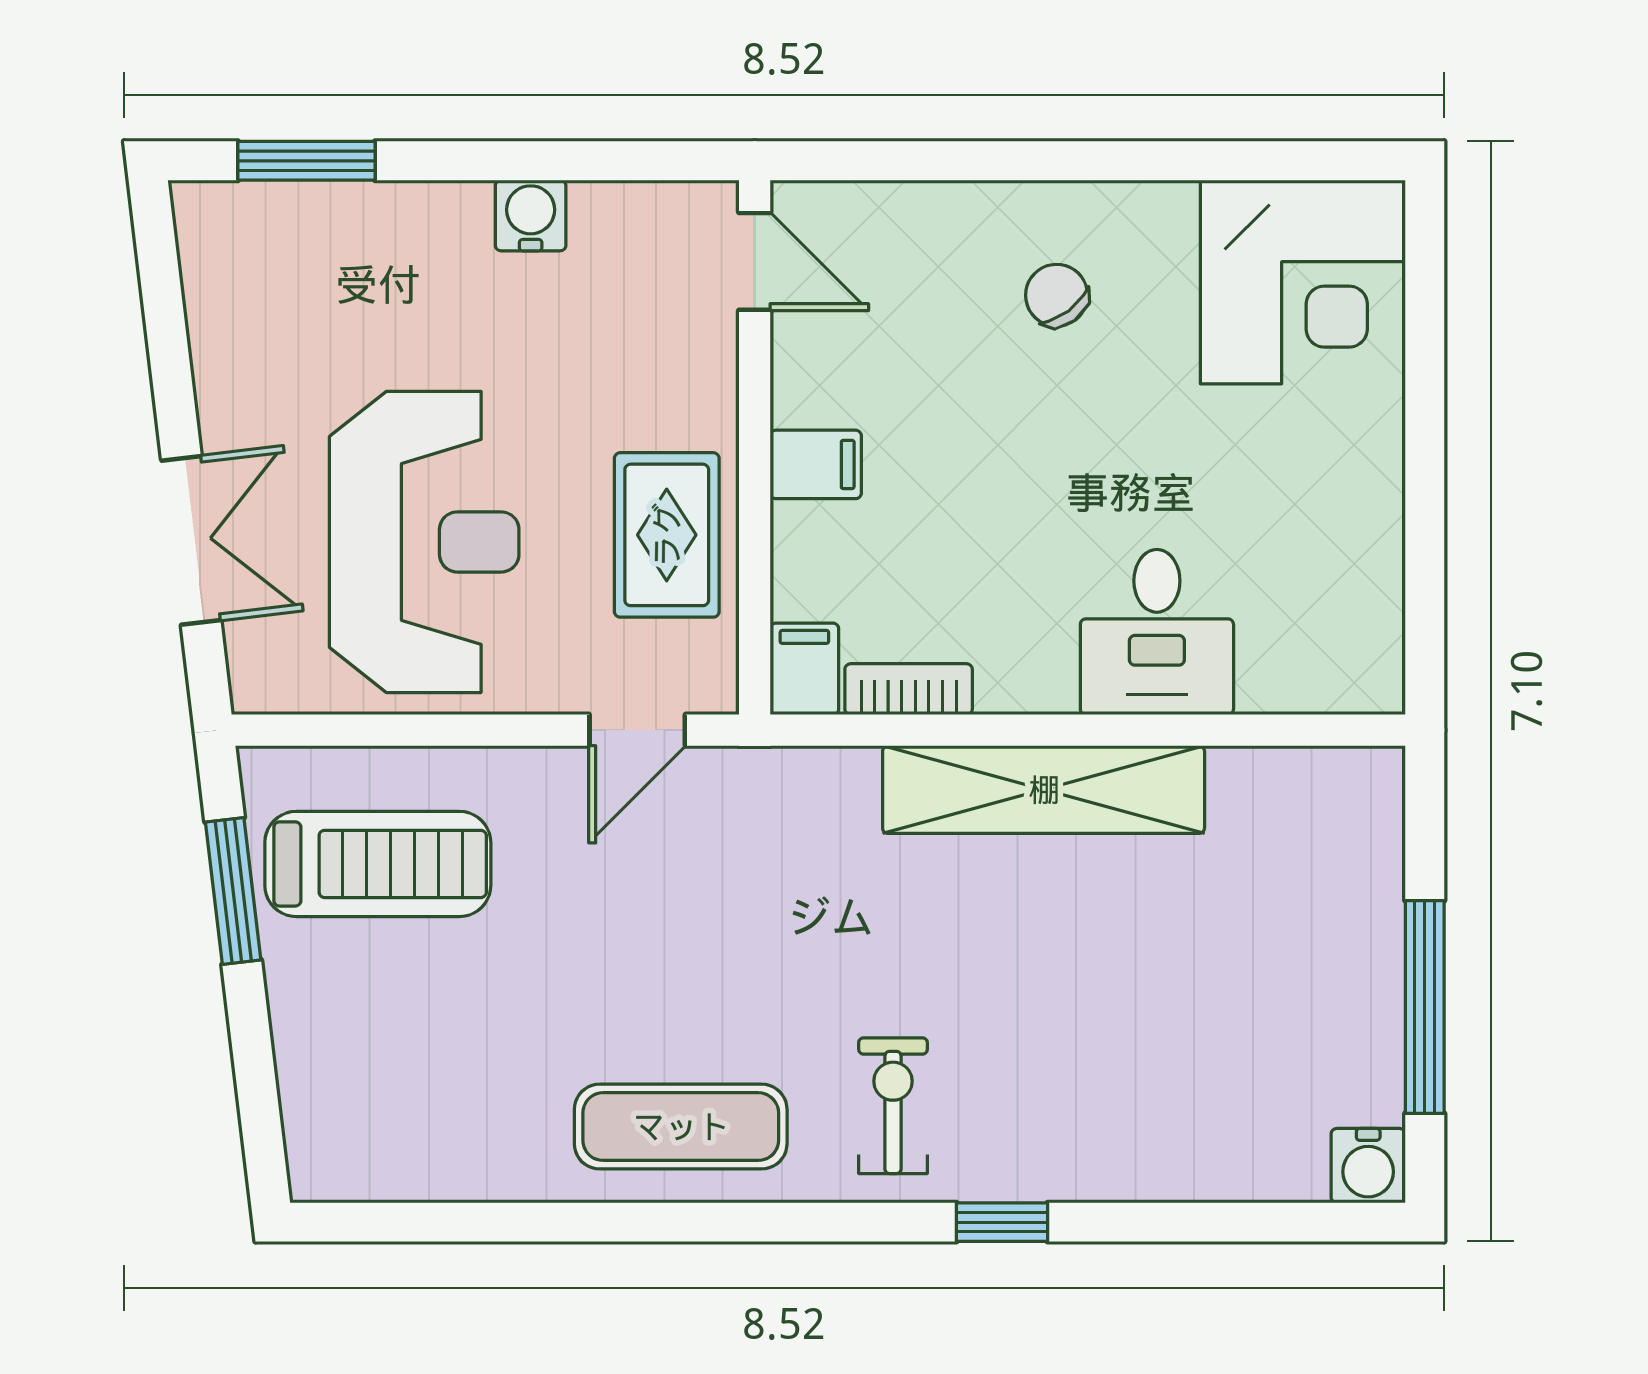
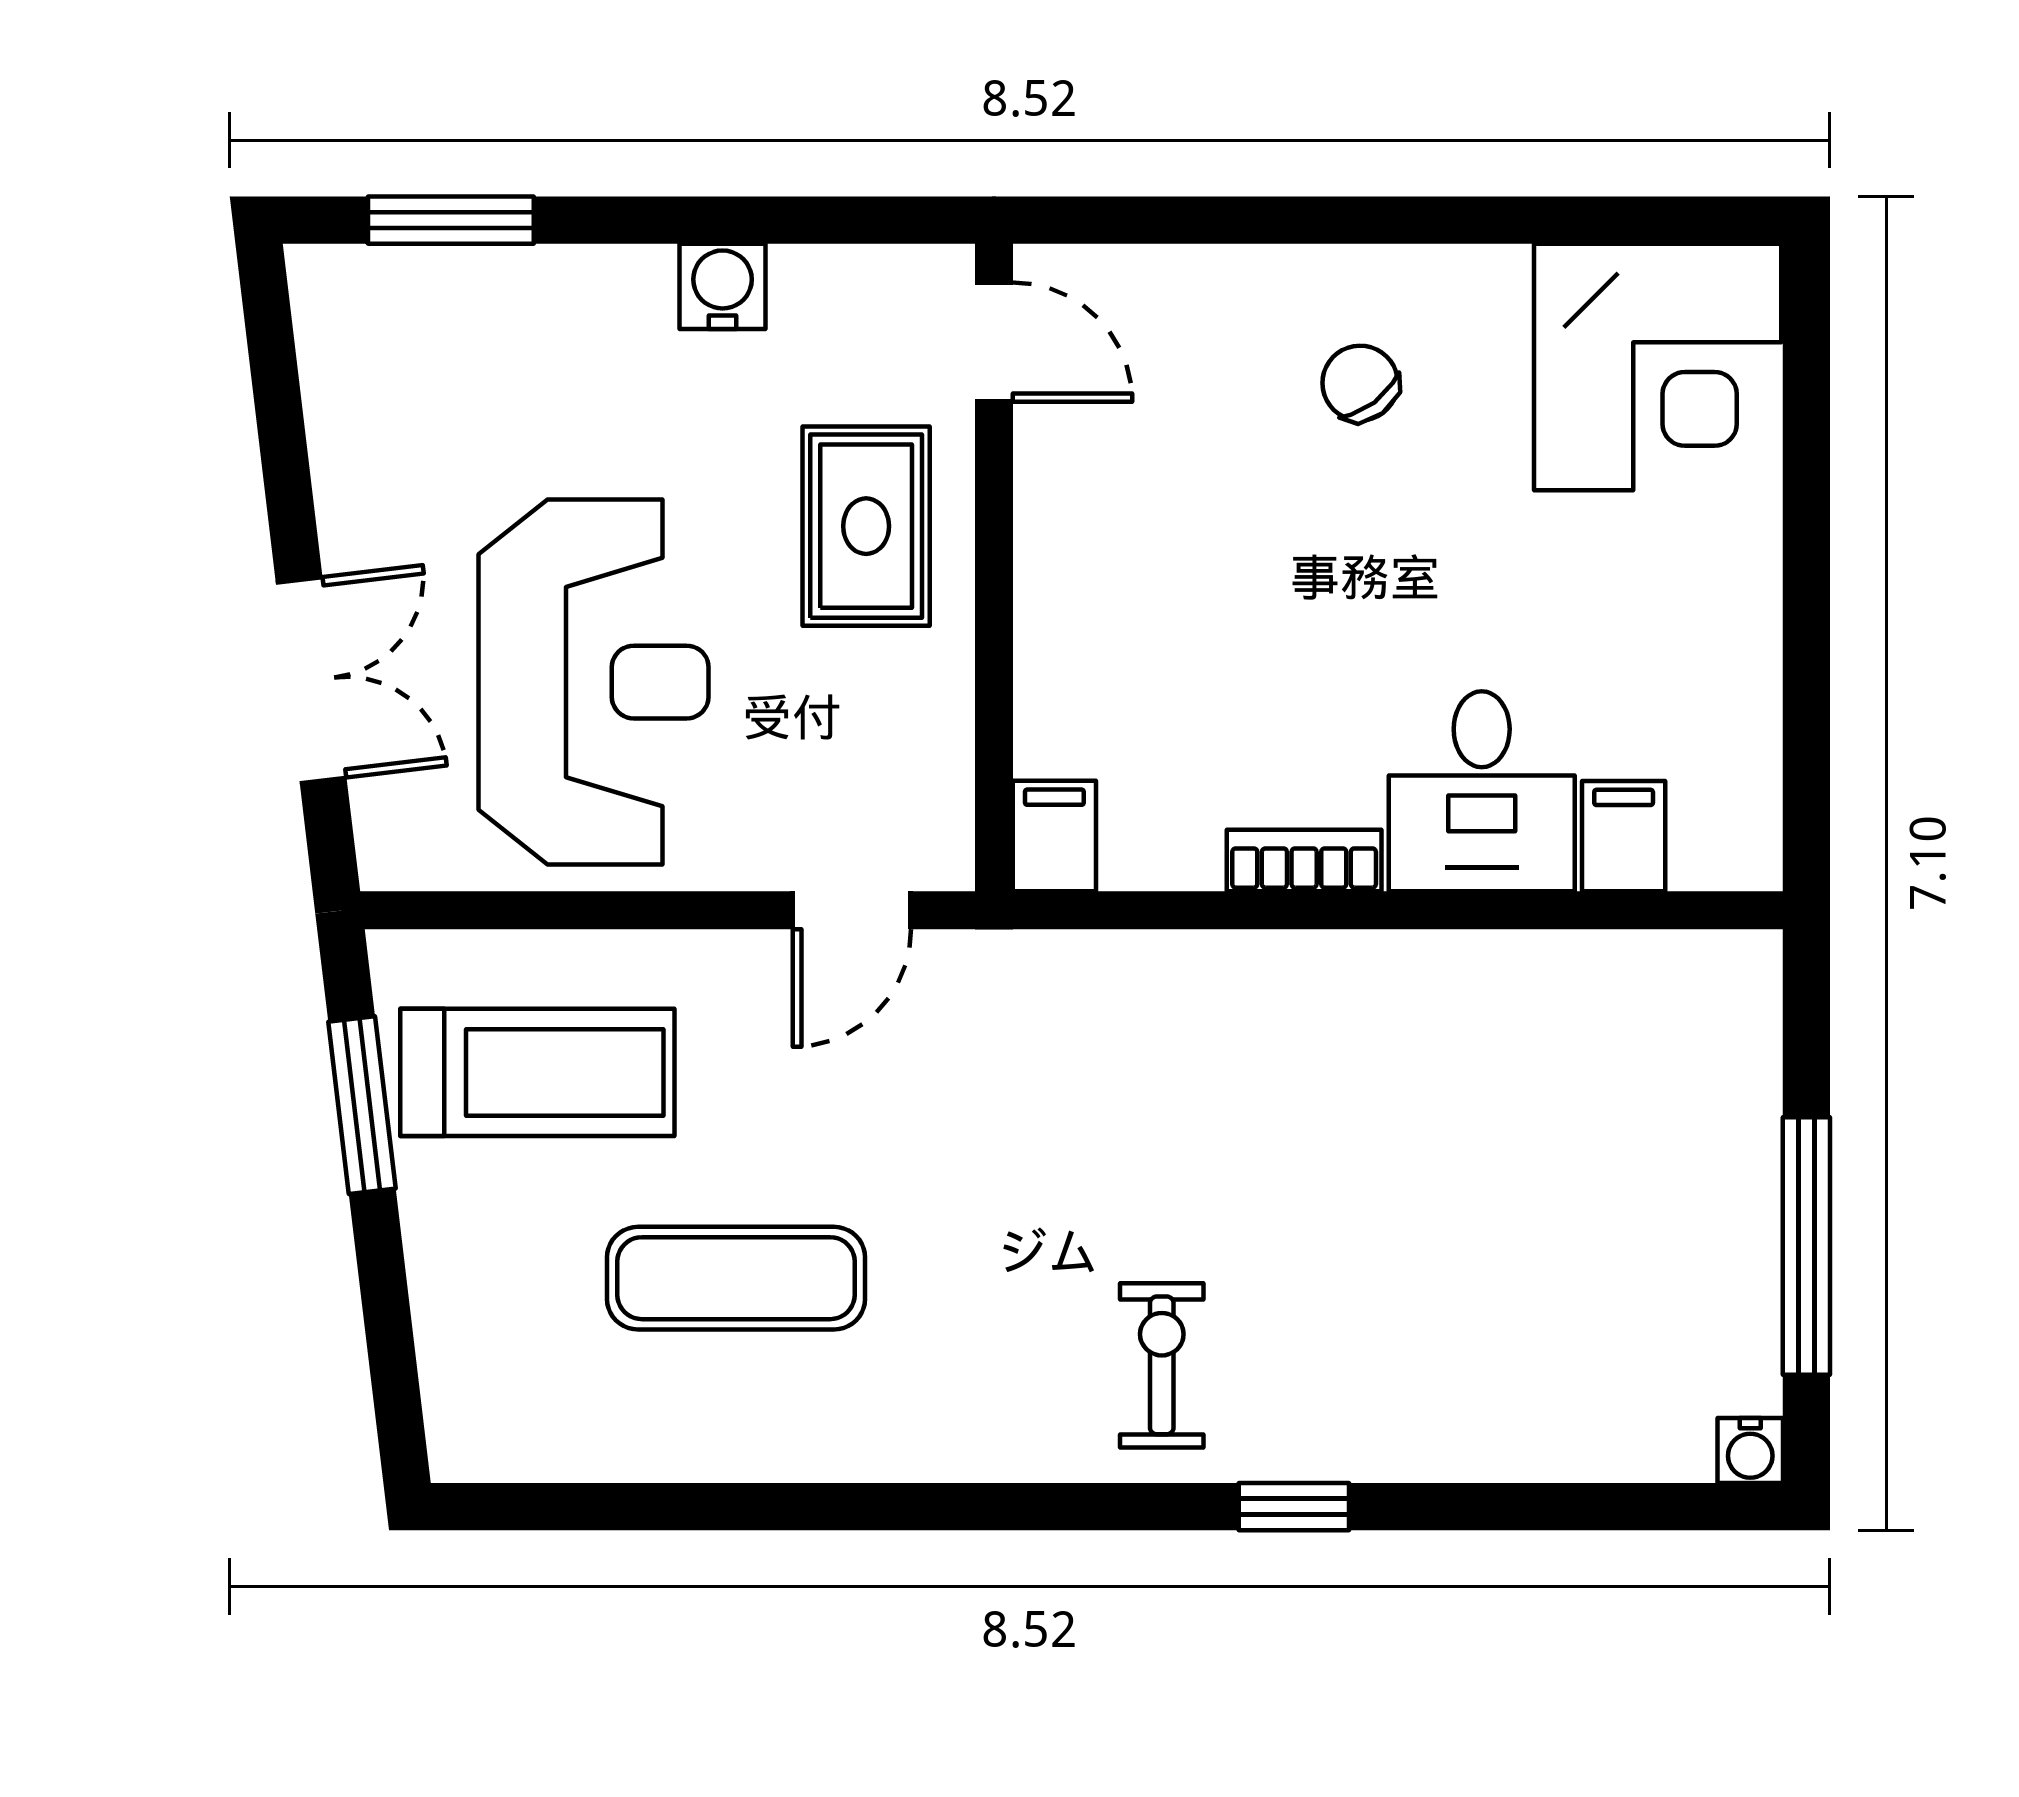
filing cabinet: (816, 464) -> (1624, 836), moved, turned -90
rug: (667, 535) -> (866, 526), moved
bookcase: (909, 689) -> (1304, 861), moved
shelving: (1044, 790) -> (1344, 982), removed
exercise mat: (681, 1127) -> (736, 1278), moved
water cooler: (1368, 1166) -> (1750, 1451), width x0.72, depth x0.72

